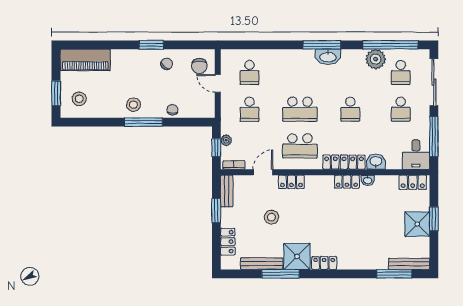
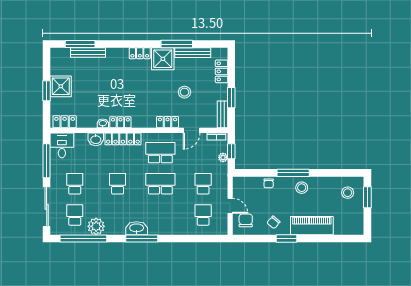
piano: (85, 60) -> (312, 226), moved
bench: (409, 264) -> (88, 53), moved

